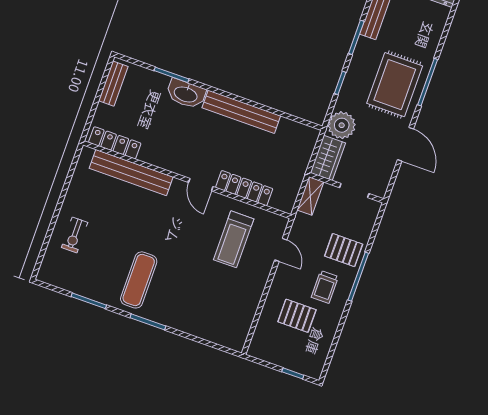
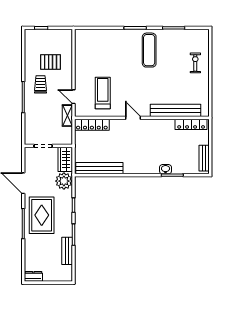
washbasin: (186, 94) -> (166, 169), width x0.52, depth x0.69
bench: (241, 112) -> (99, 168), moved
locker: (244, 188) -> (92, 125), moved
shelving: (310, 196) -> (67, 116), moved
pallet: (344, 250) -> (37, 109), removed

